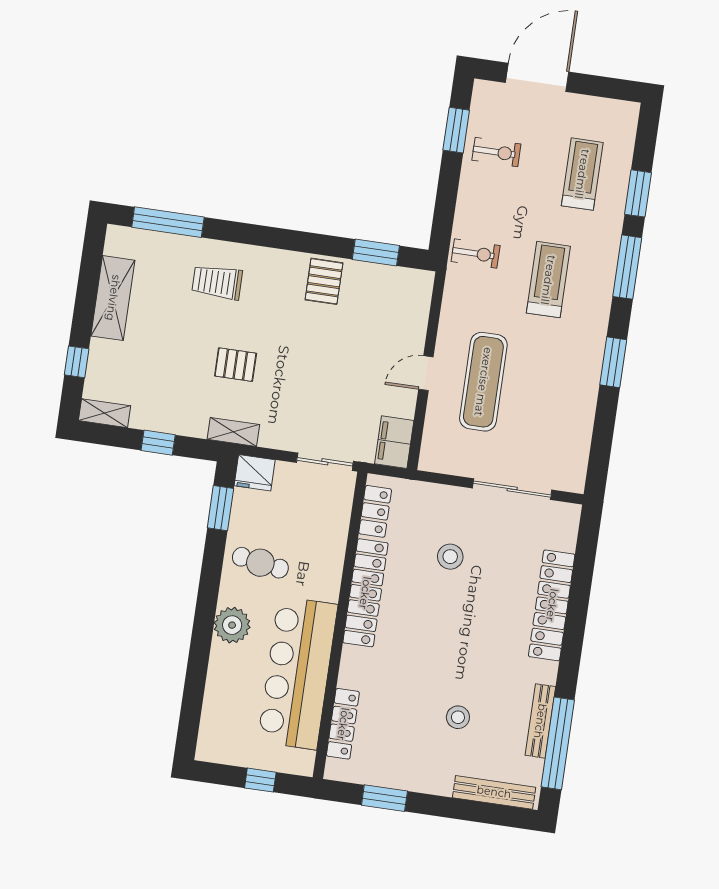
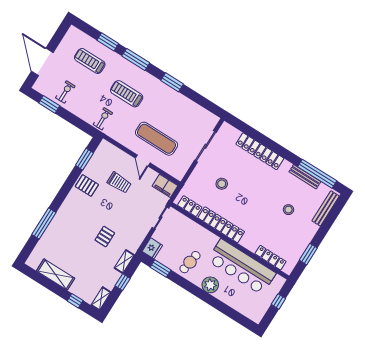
window: (168, 222) -> (44, 224), moved
trolley: (217, 282) -> (119, 183), moved, turned -90
shelving: (233, 432) -> (124, 262), moved

